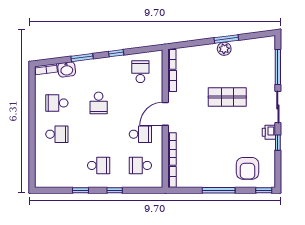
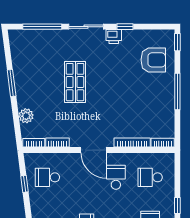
plant: (224, 49) -> (26, 116), moved
window: (116, 53) -> (24, 184), moved
school desk: (140, 165) -> (150, 177), turned 90

